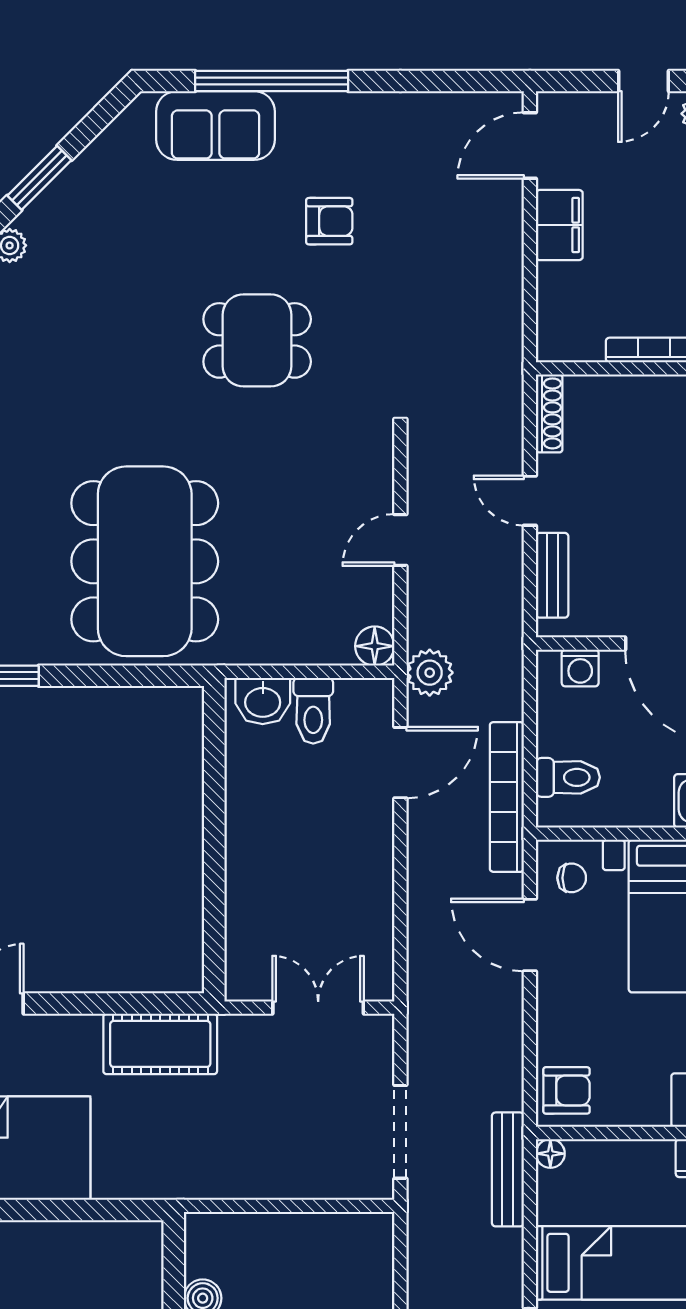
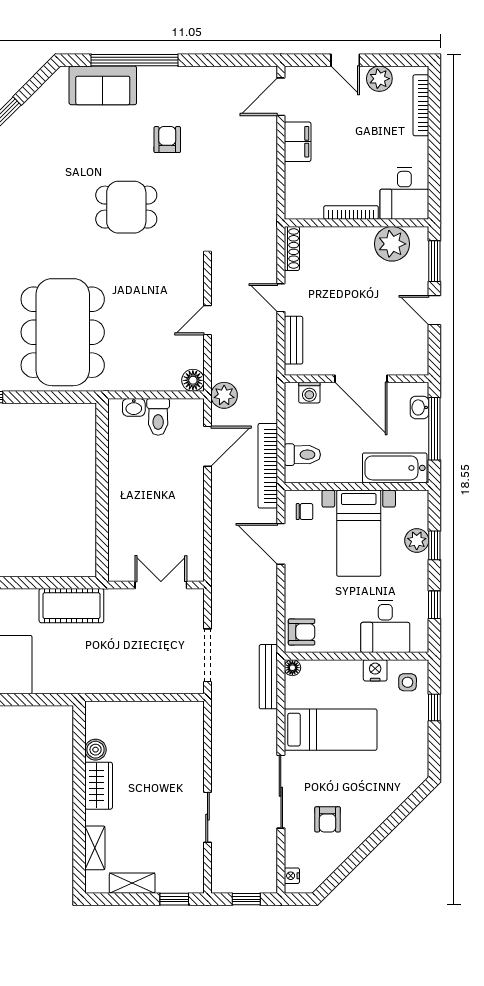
door: (643, 81) -> (345, 60), hinge flipped
armchair: (329, 221) -> (167, 140), turned -90
washbasin: (263, 701) -> (134, 407), width x0.72, depth x0.69

